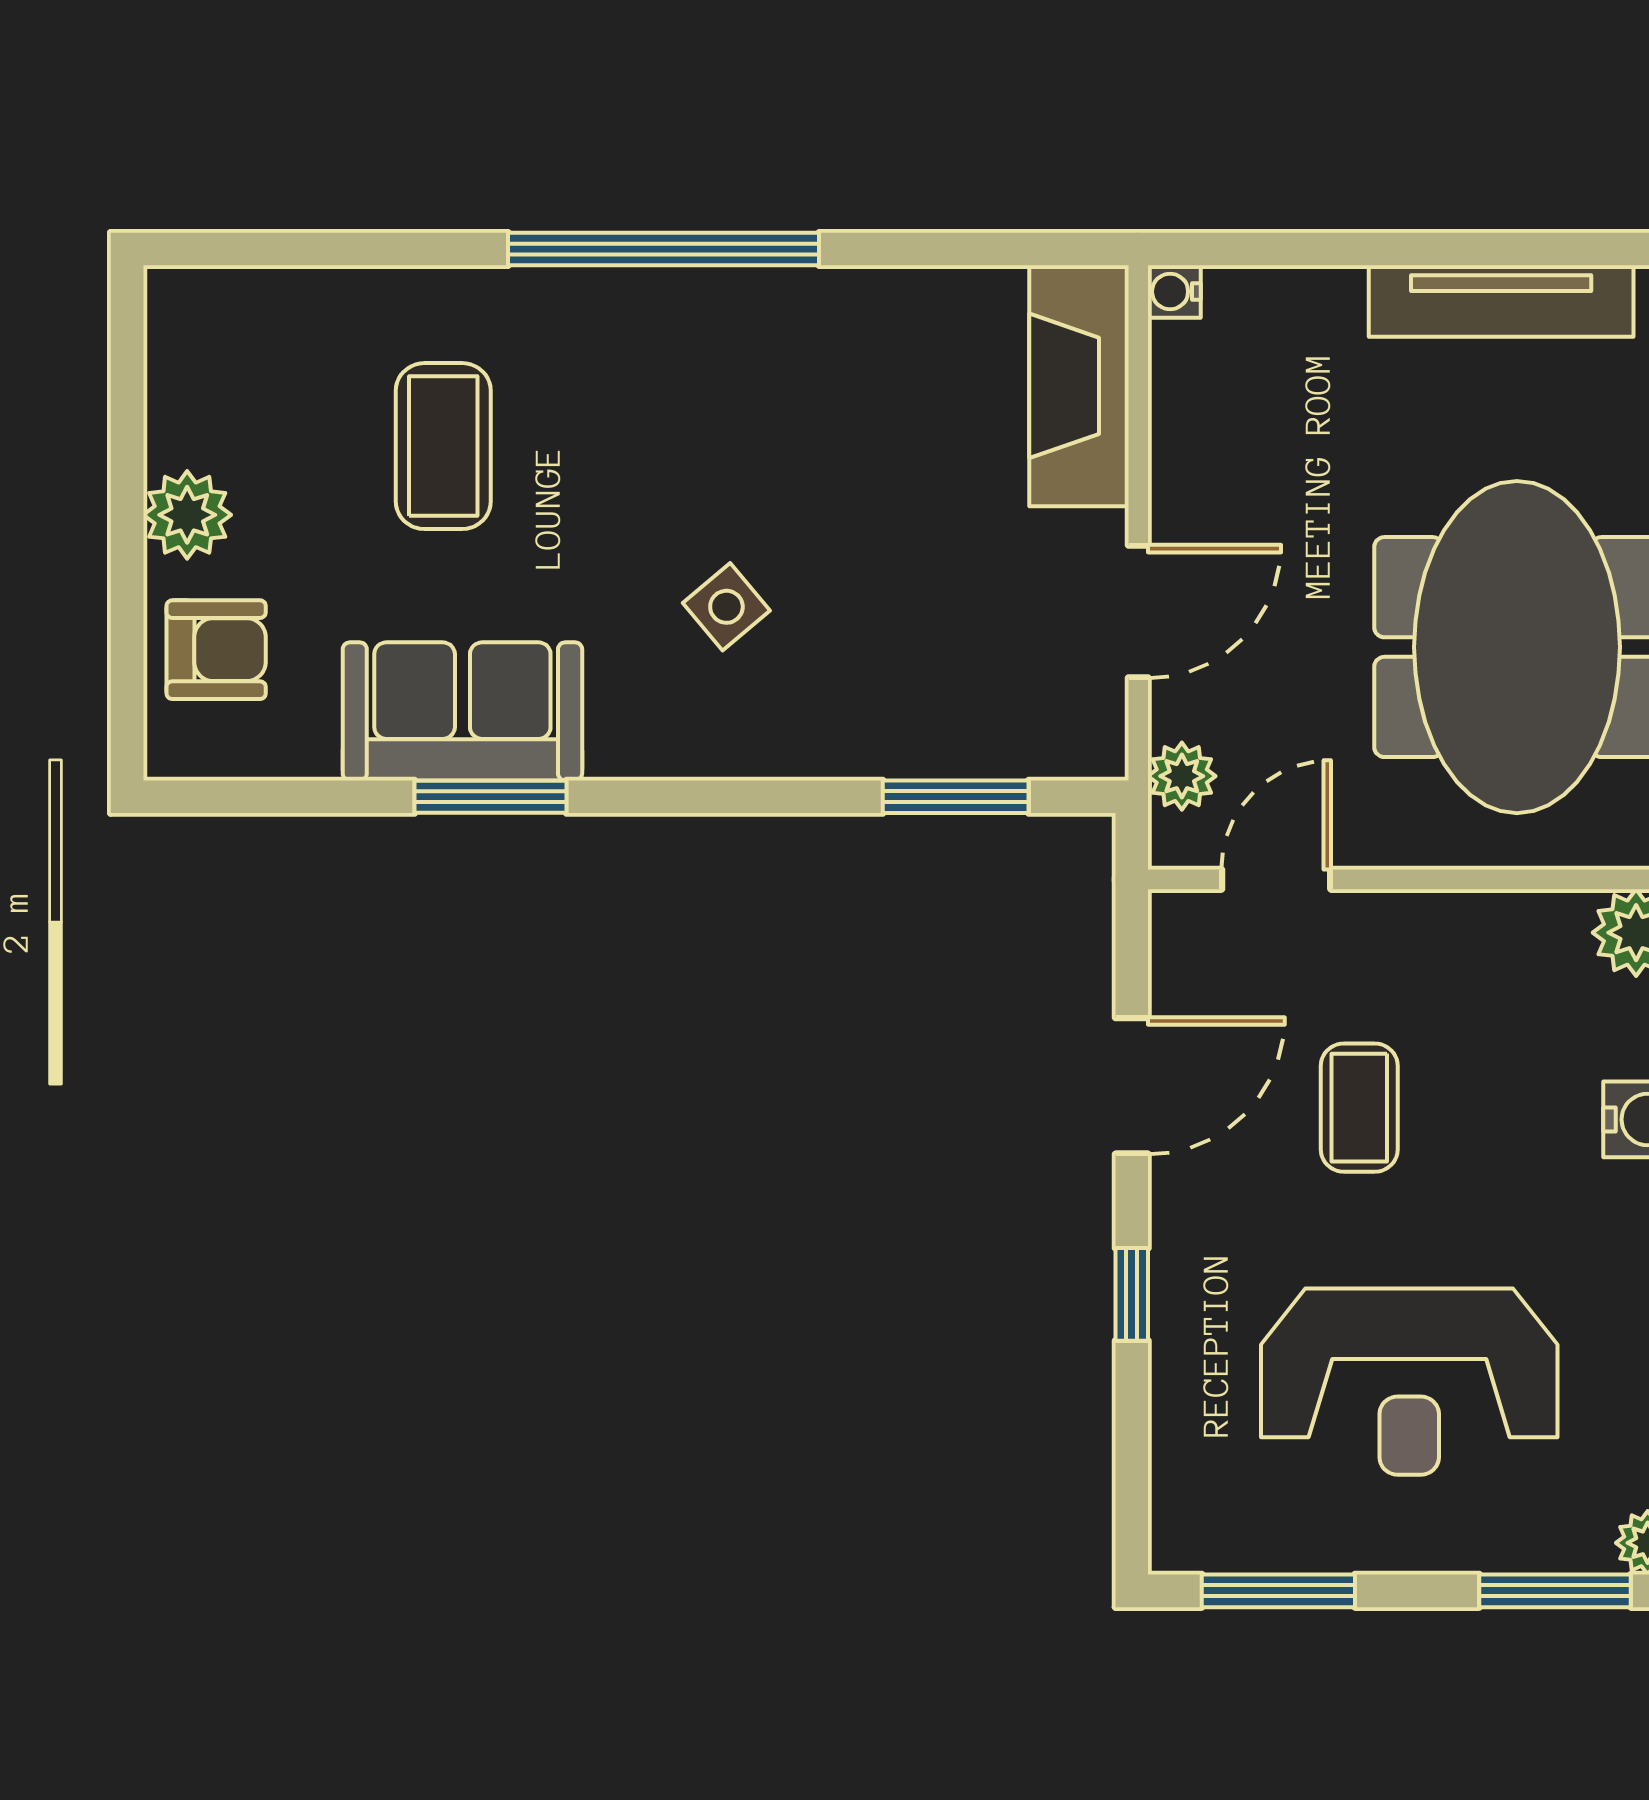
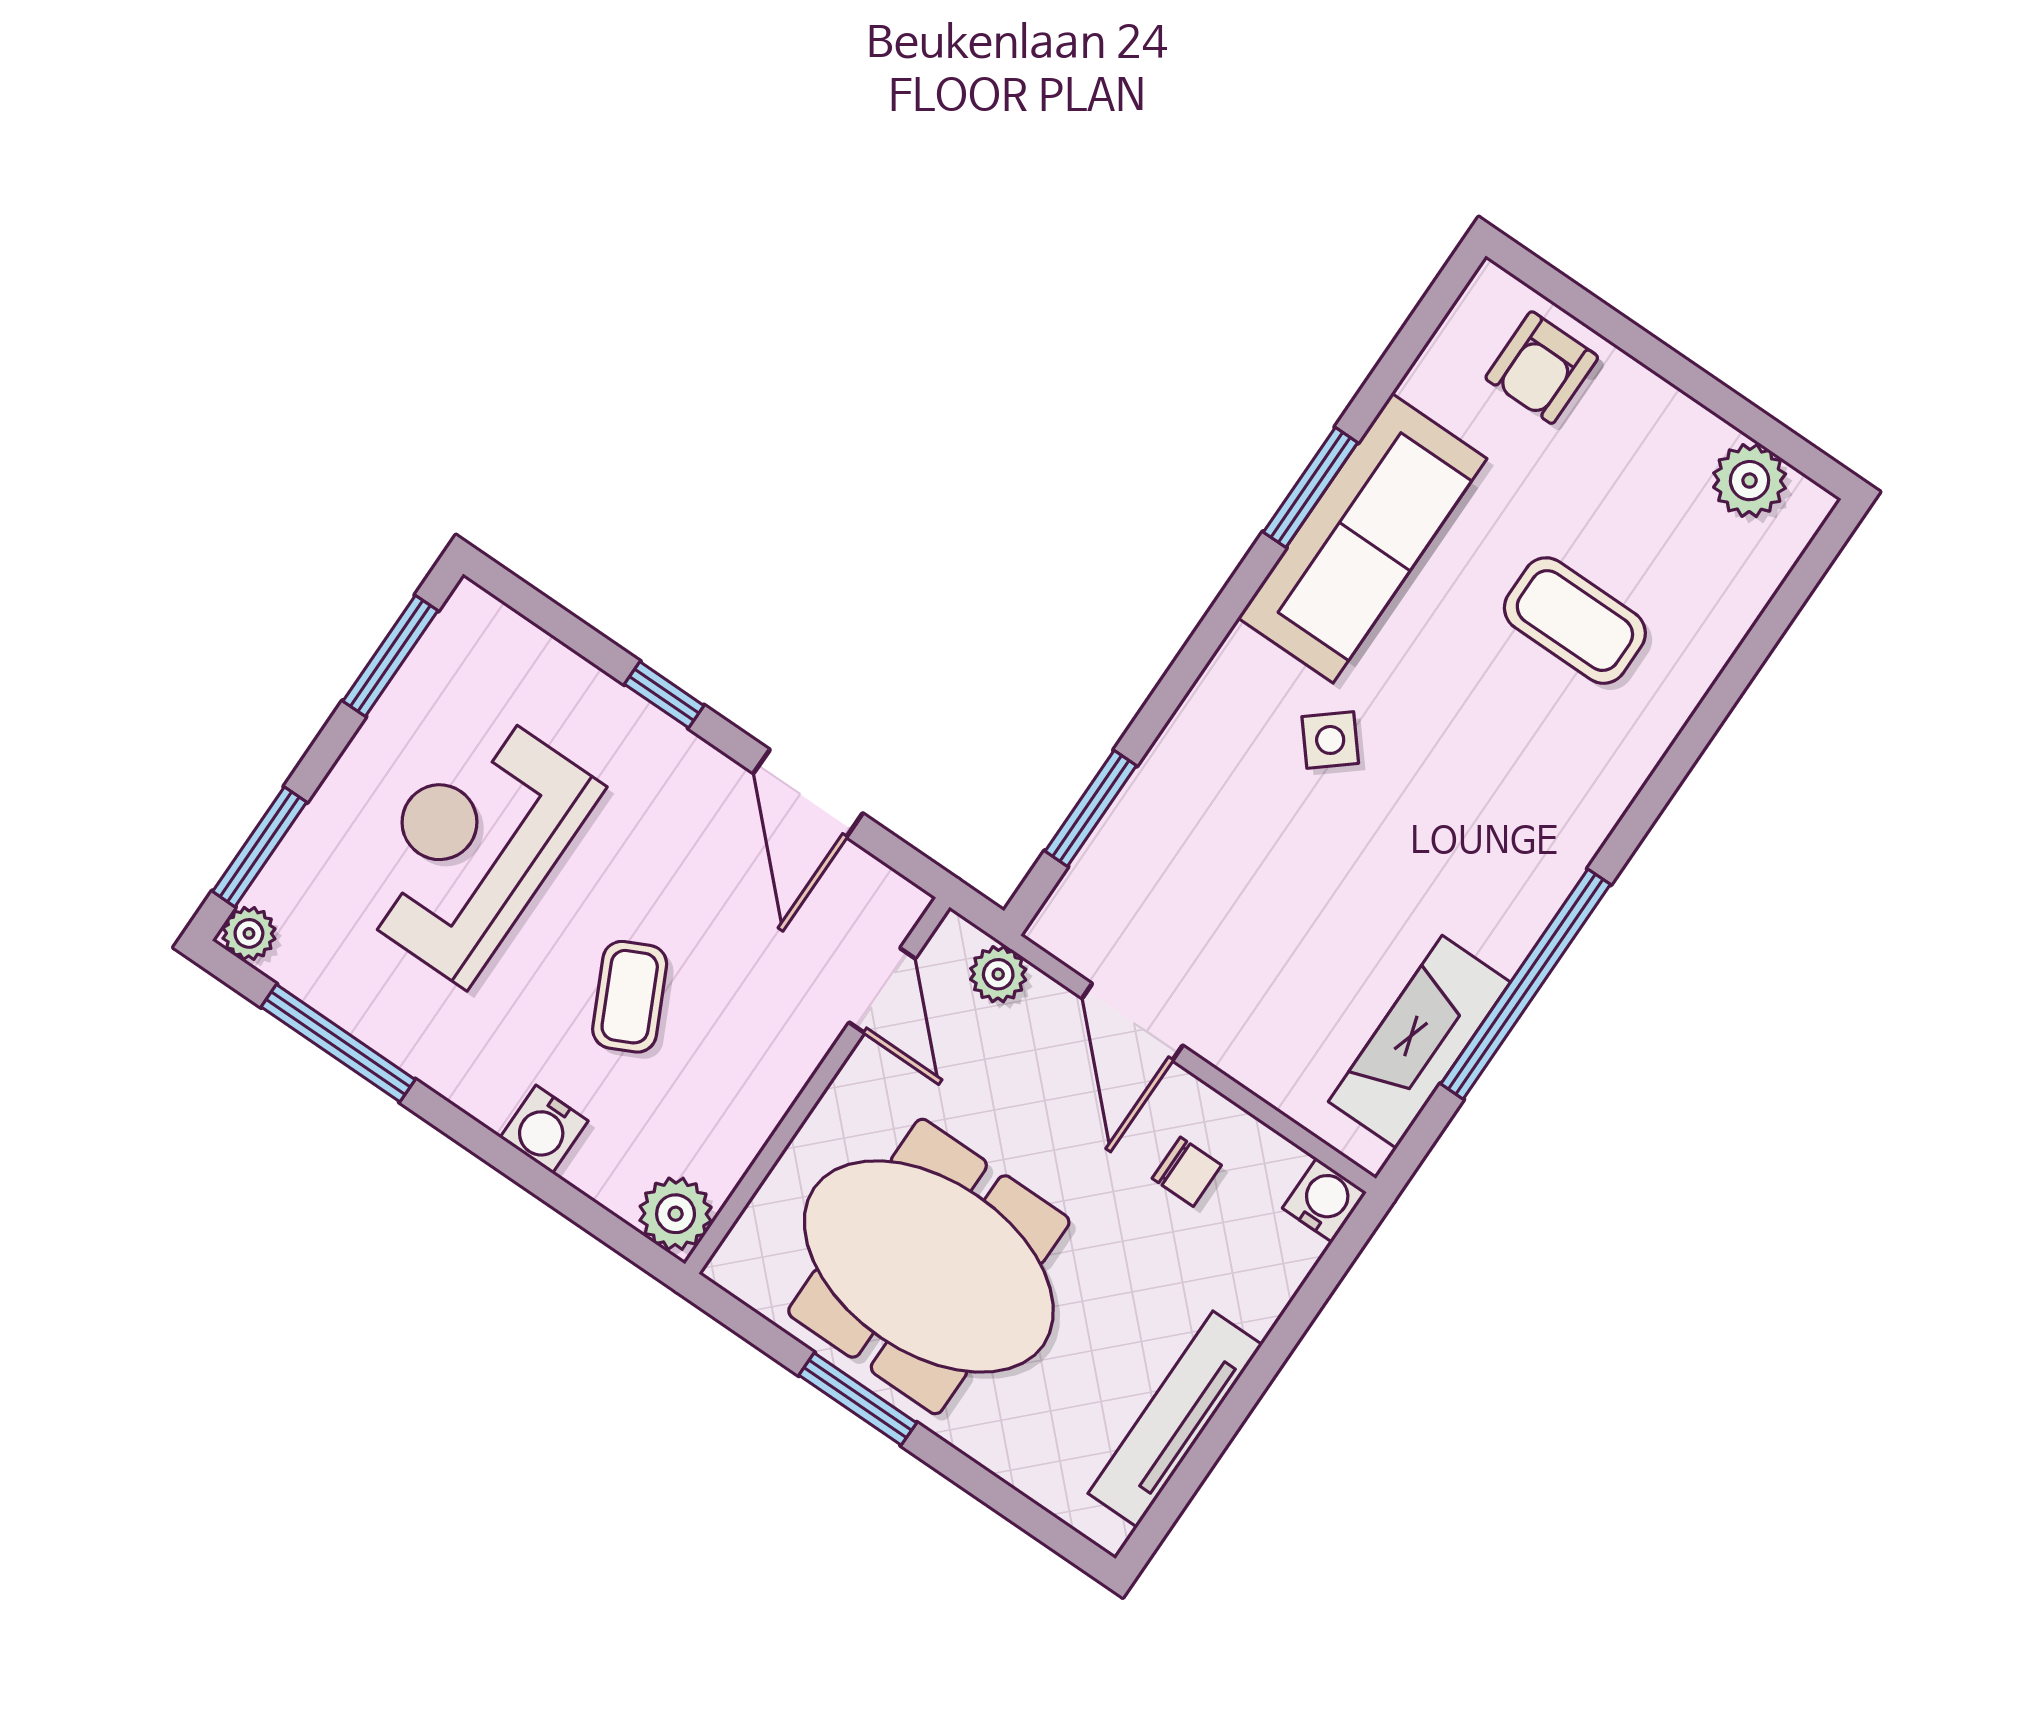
window: (664, 249) -> (1526, 984), moved
water cooler: (1174, 291) -> (1324, 1200), width x1.38, depth x1.38
fireplace: (1079, 386) -> (1419, 1042), moved, turned -90
chair: (1249, 457) -> (1187, 1172), added
plant: (187, 515) -> (1750, 481), moved
sofa: (462, 711) -> (1362, 538), width x1.36
coffee table: (1359, 1108) -> (630, 997), moved, turned 64

